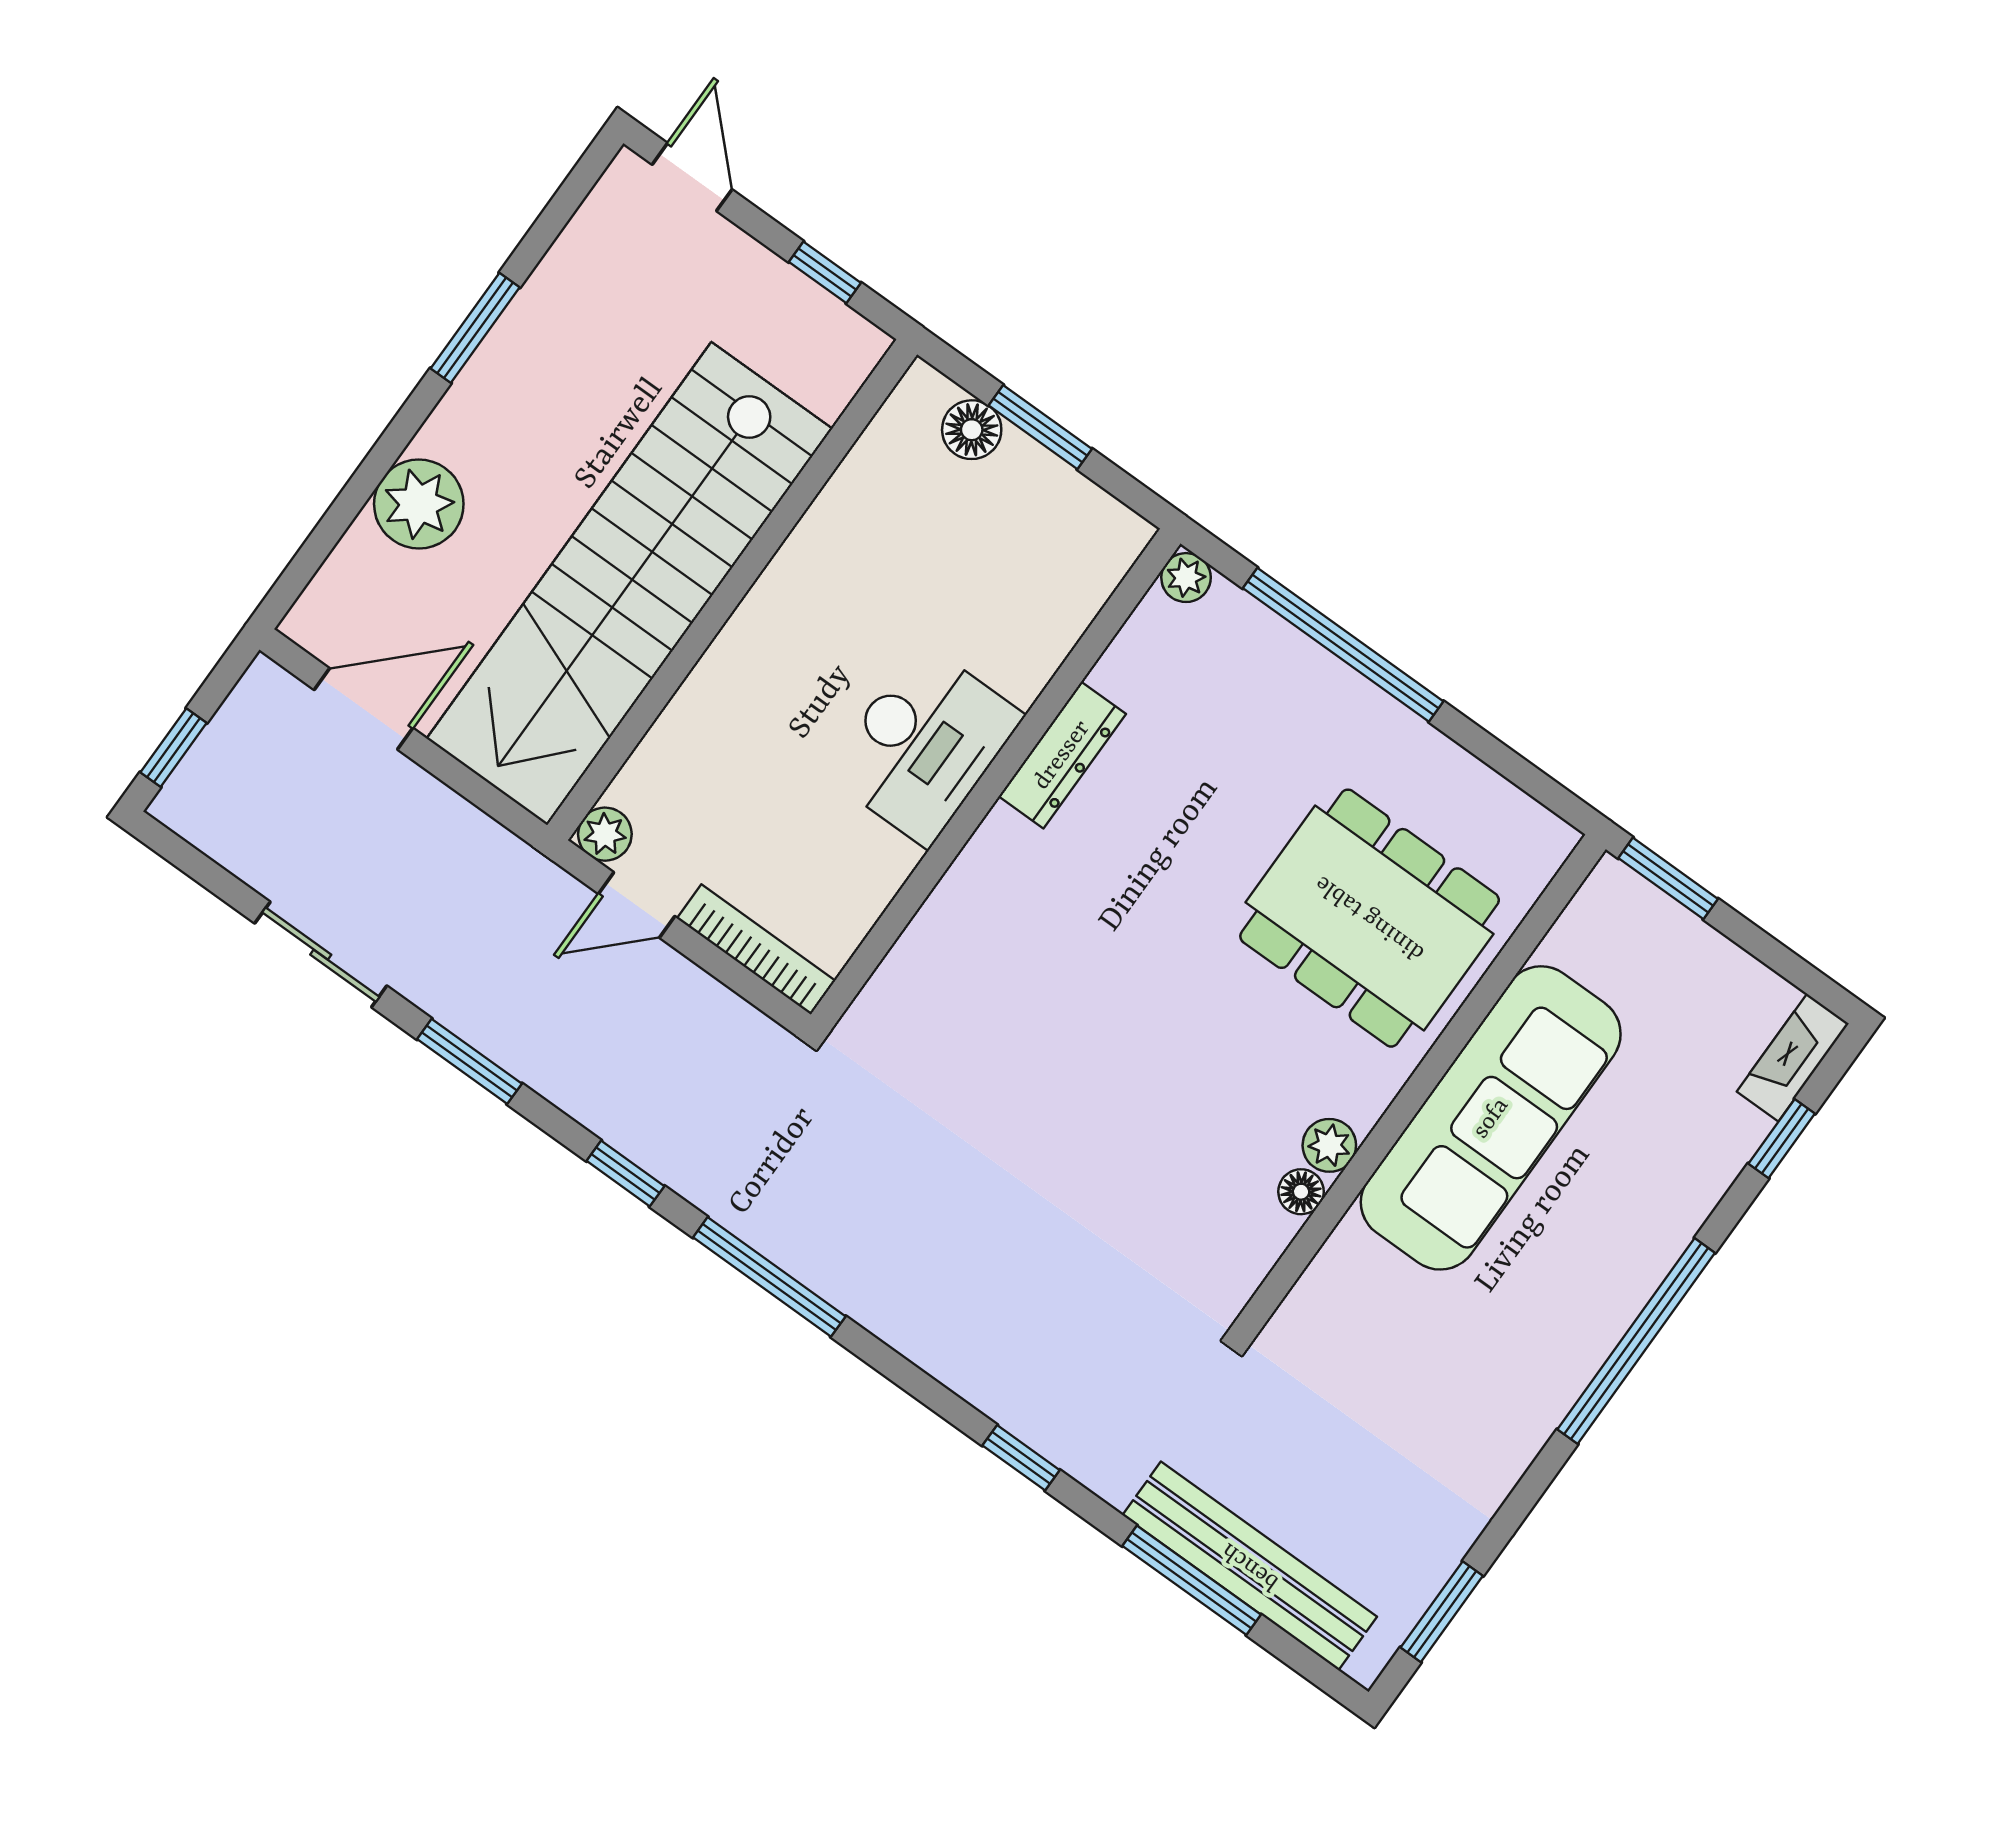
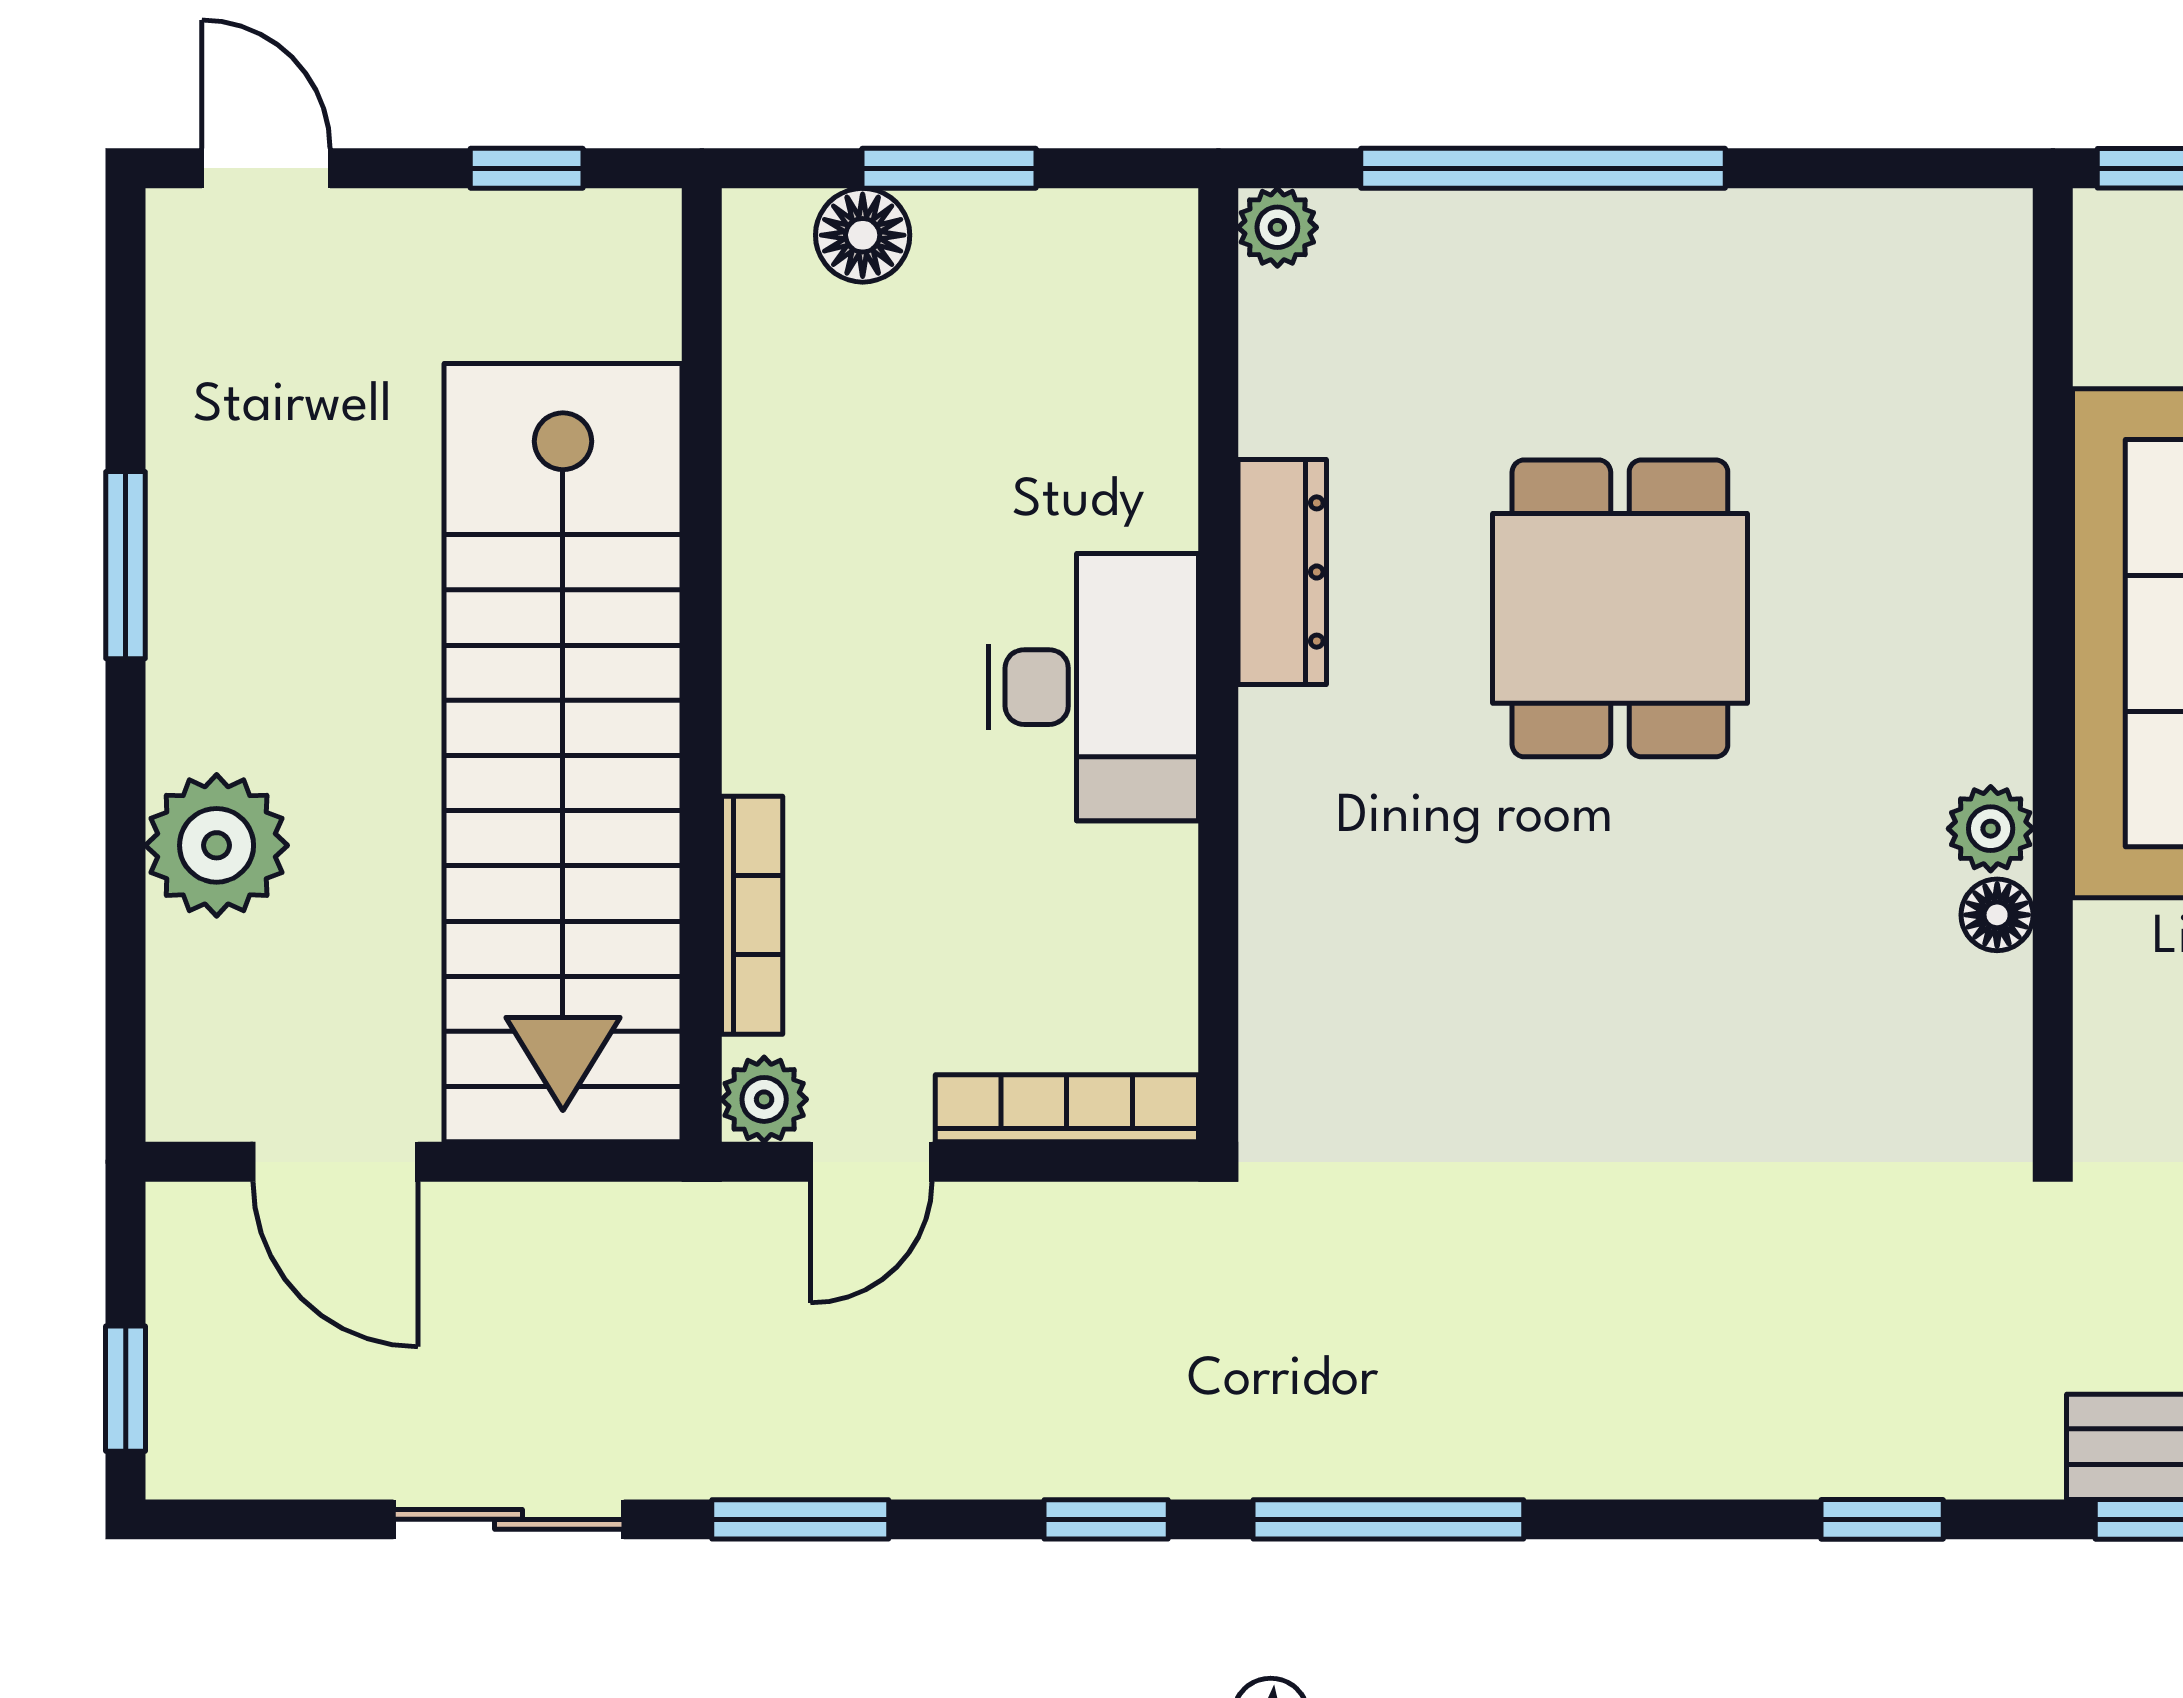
door: (364, 709) -> (335, 1162), swing flipped
bookcase: (666, 736) -> (752, 915), added
dining table: (1370, 918) -> (1620, 608), moved, width x0.73

